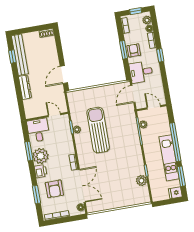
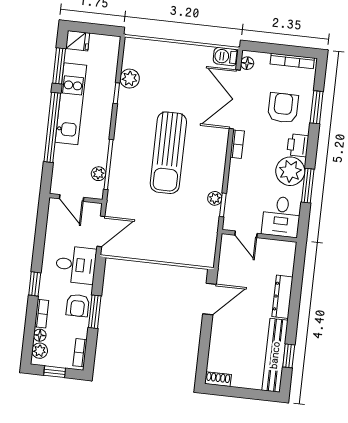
sun lounger: (98, 130) -> (168, 153), moved
barbecue: (93, 207) -> (226, 57), added

